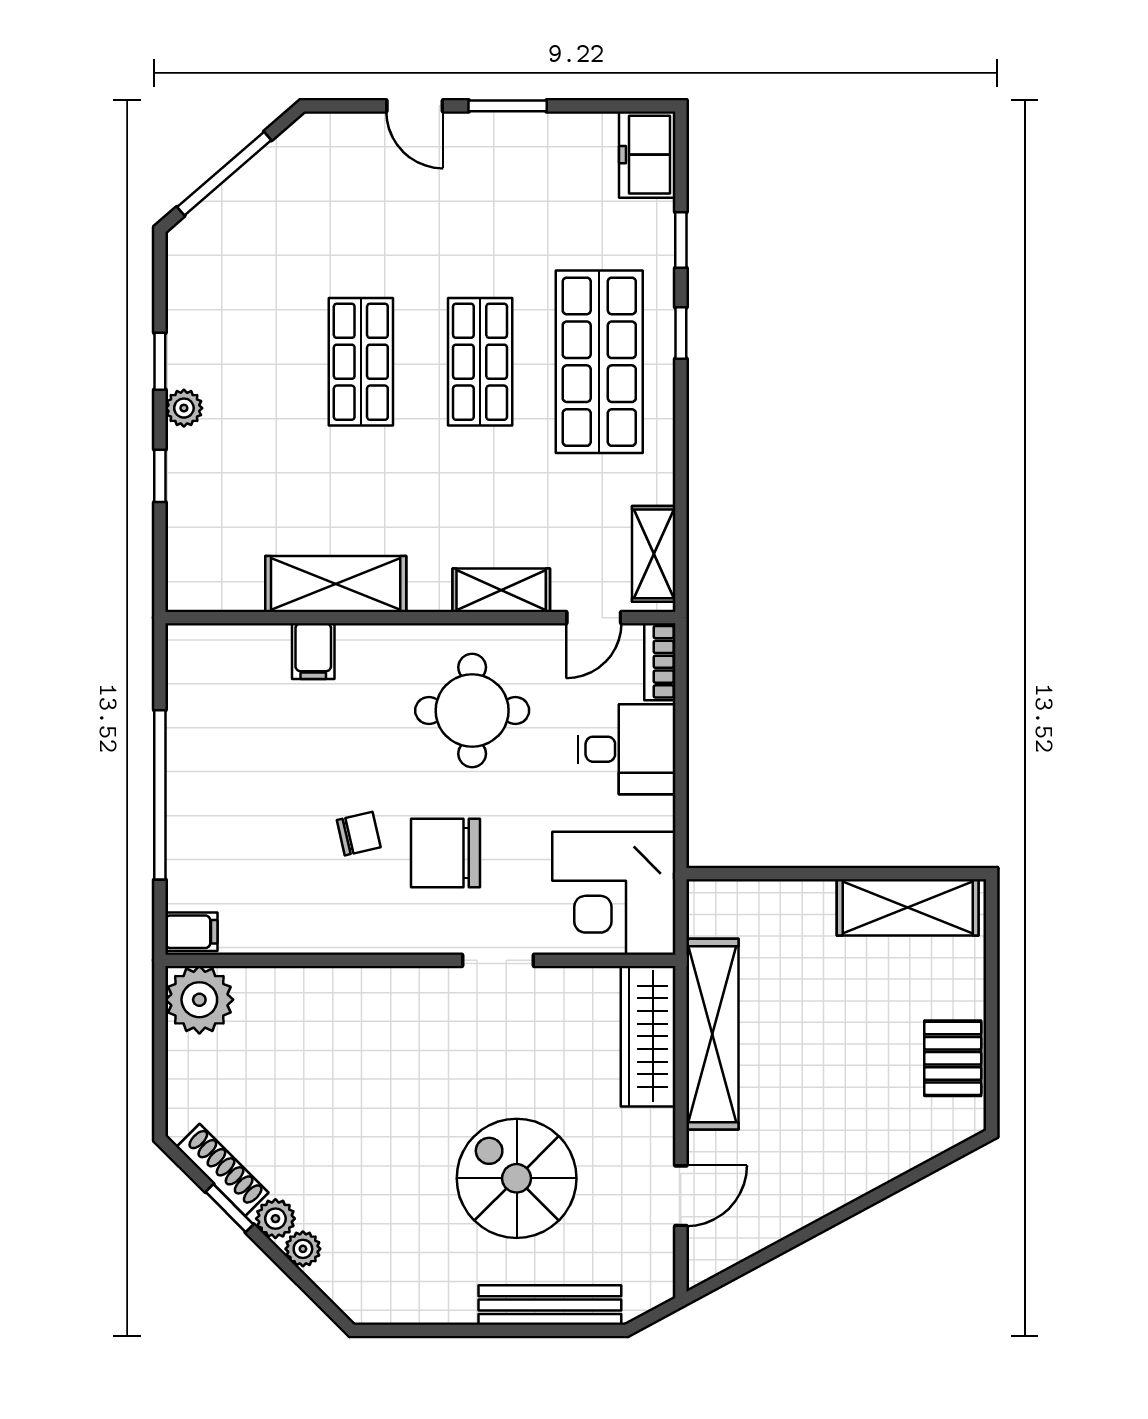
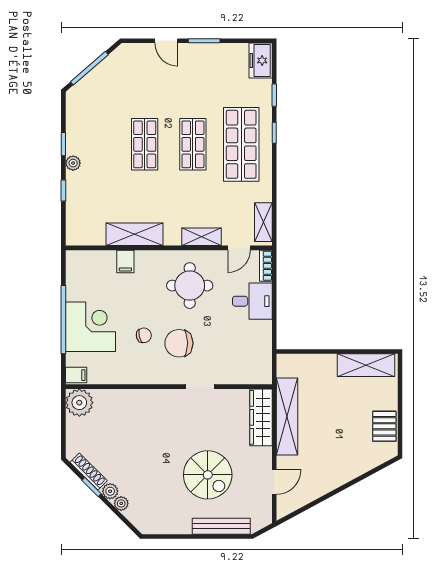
corner desk: (614, 893) -> (90, 327), moved, turned 180
spiral stairs: (517, 1178) -> (208, 475), turned 180

